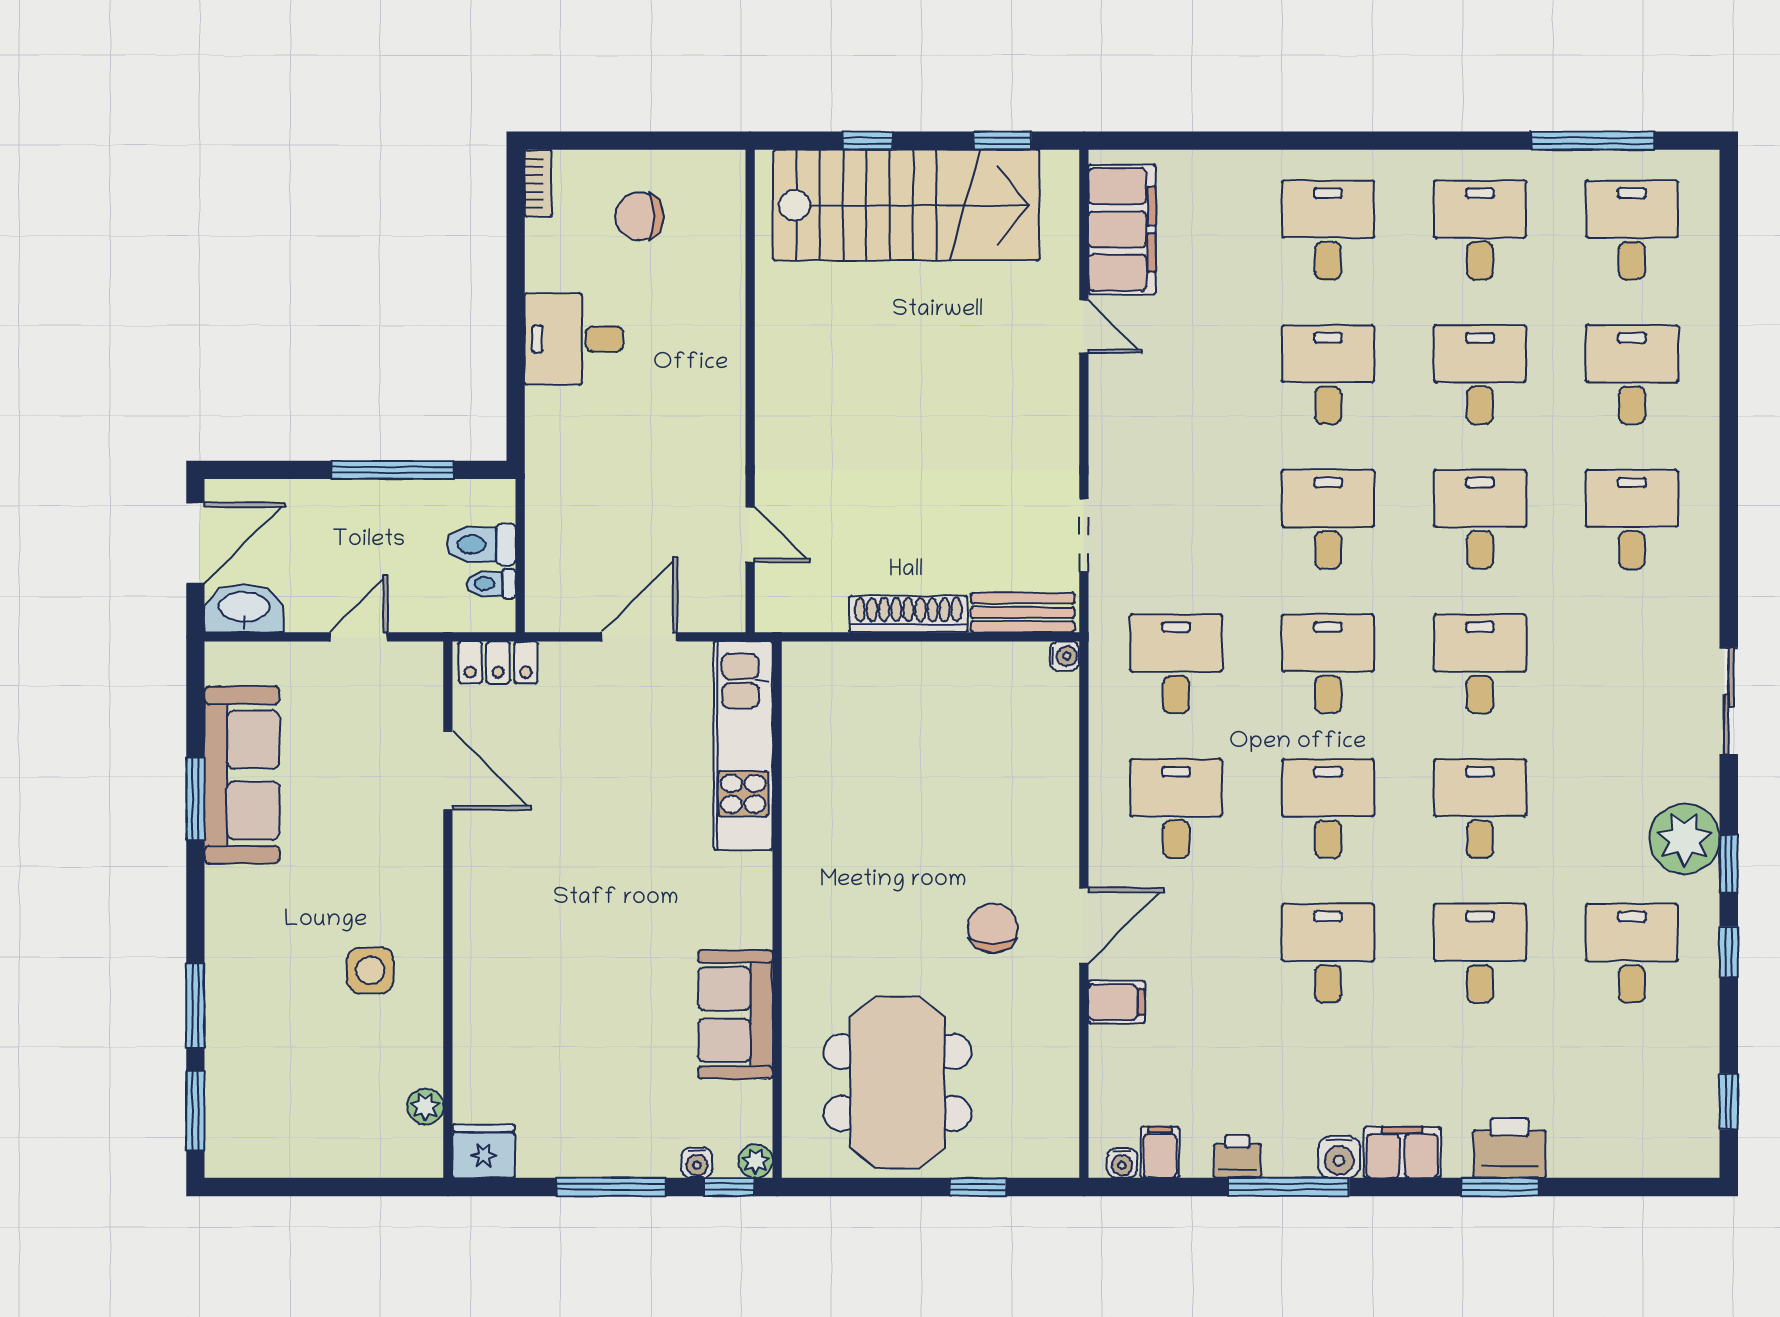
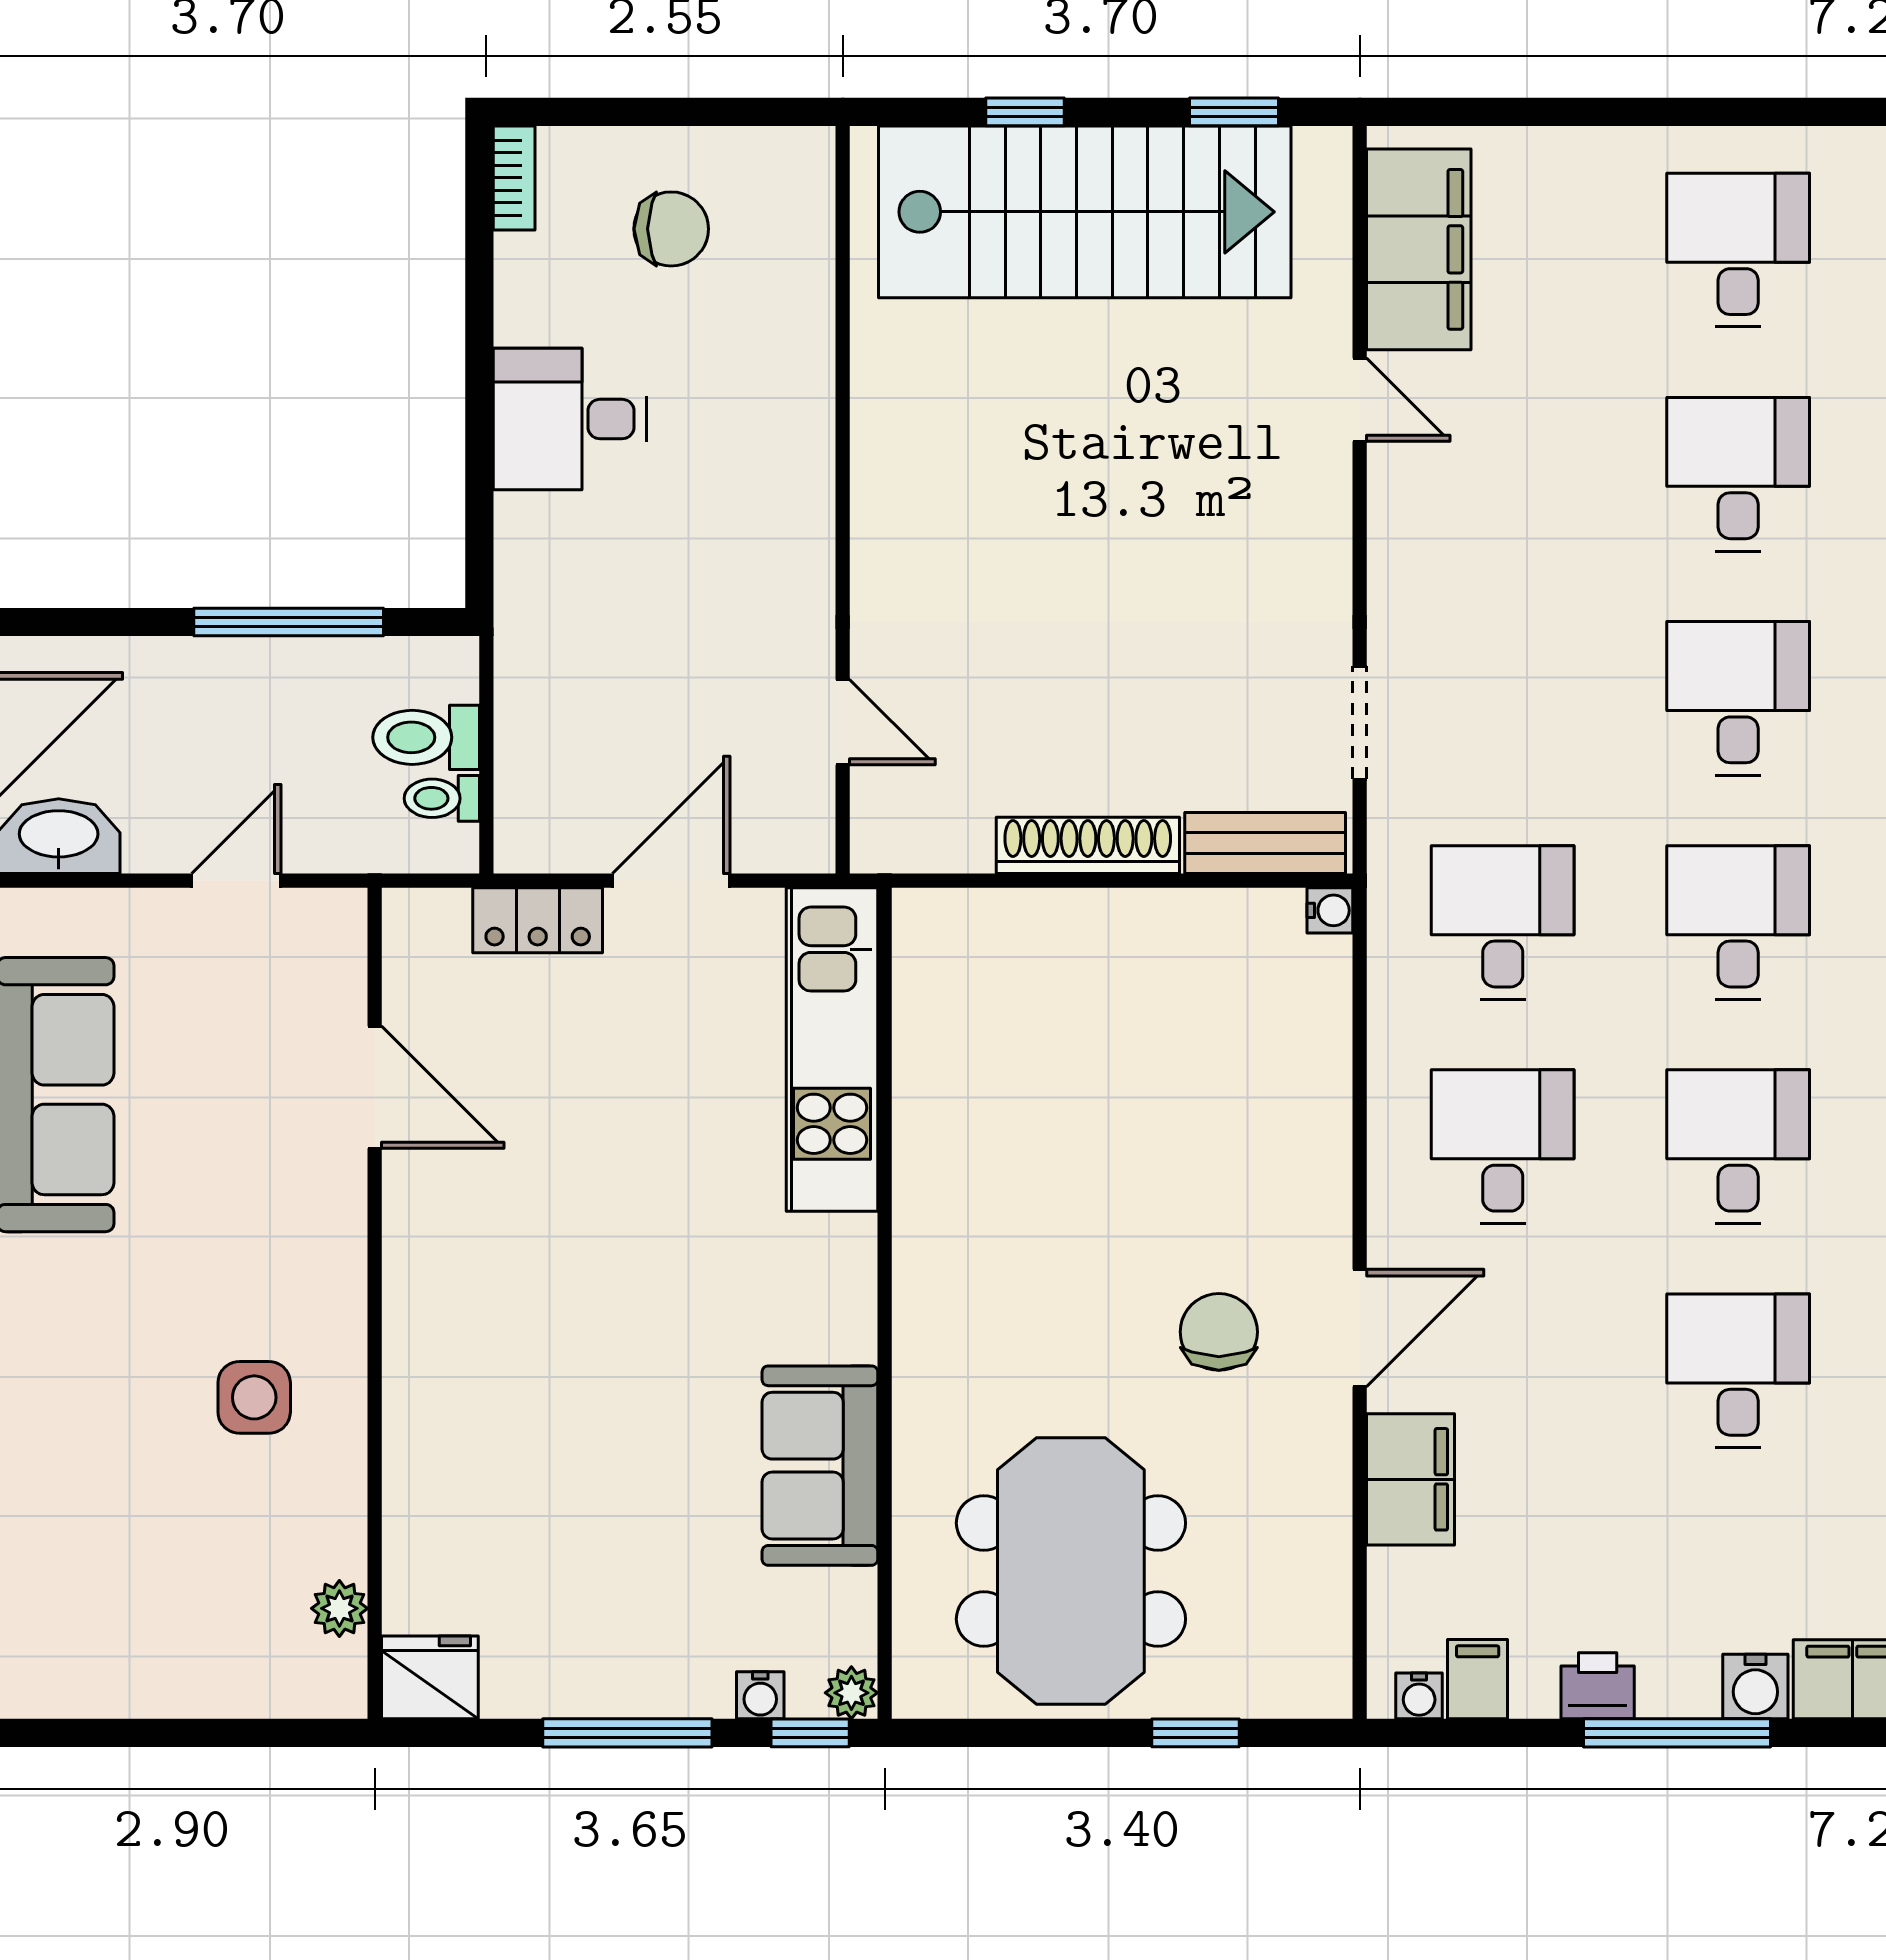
chair: (639, 216) -> (671, 229), turned 180
locker: (498, 662) -> (538, 920), moved
filing cabinet: (1117, 1002) -> (1411, 1479), width x2.00

